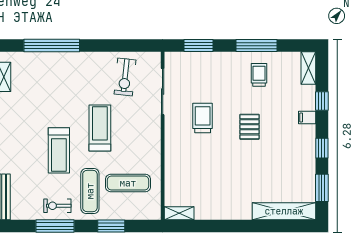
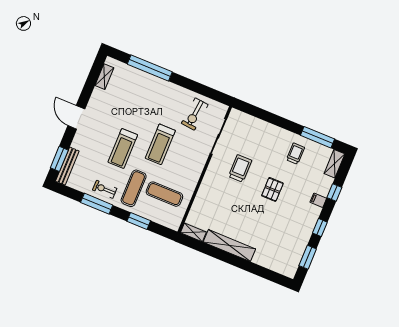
window: (199, 46) -> (259, 113), removed
window: (257, 46) -> (318, 137), moved
treadmill: (100, 128) -> (160, 144), turned 180
shelving: (284, 211) -> (229, 246), moved

